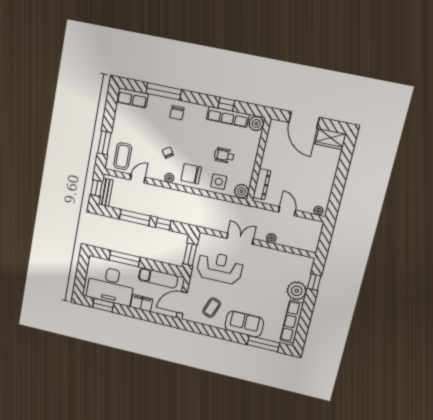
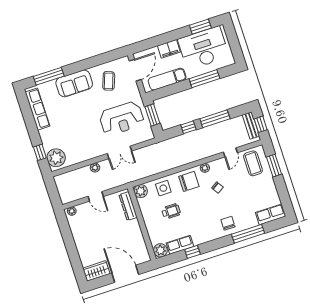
row of seats: (228, 117) -> (180, 245), width x0.68
plant: (297, 291) -> (56, 158), moved

